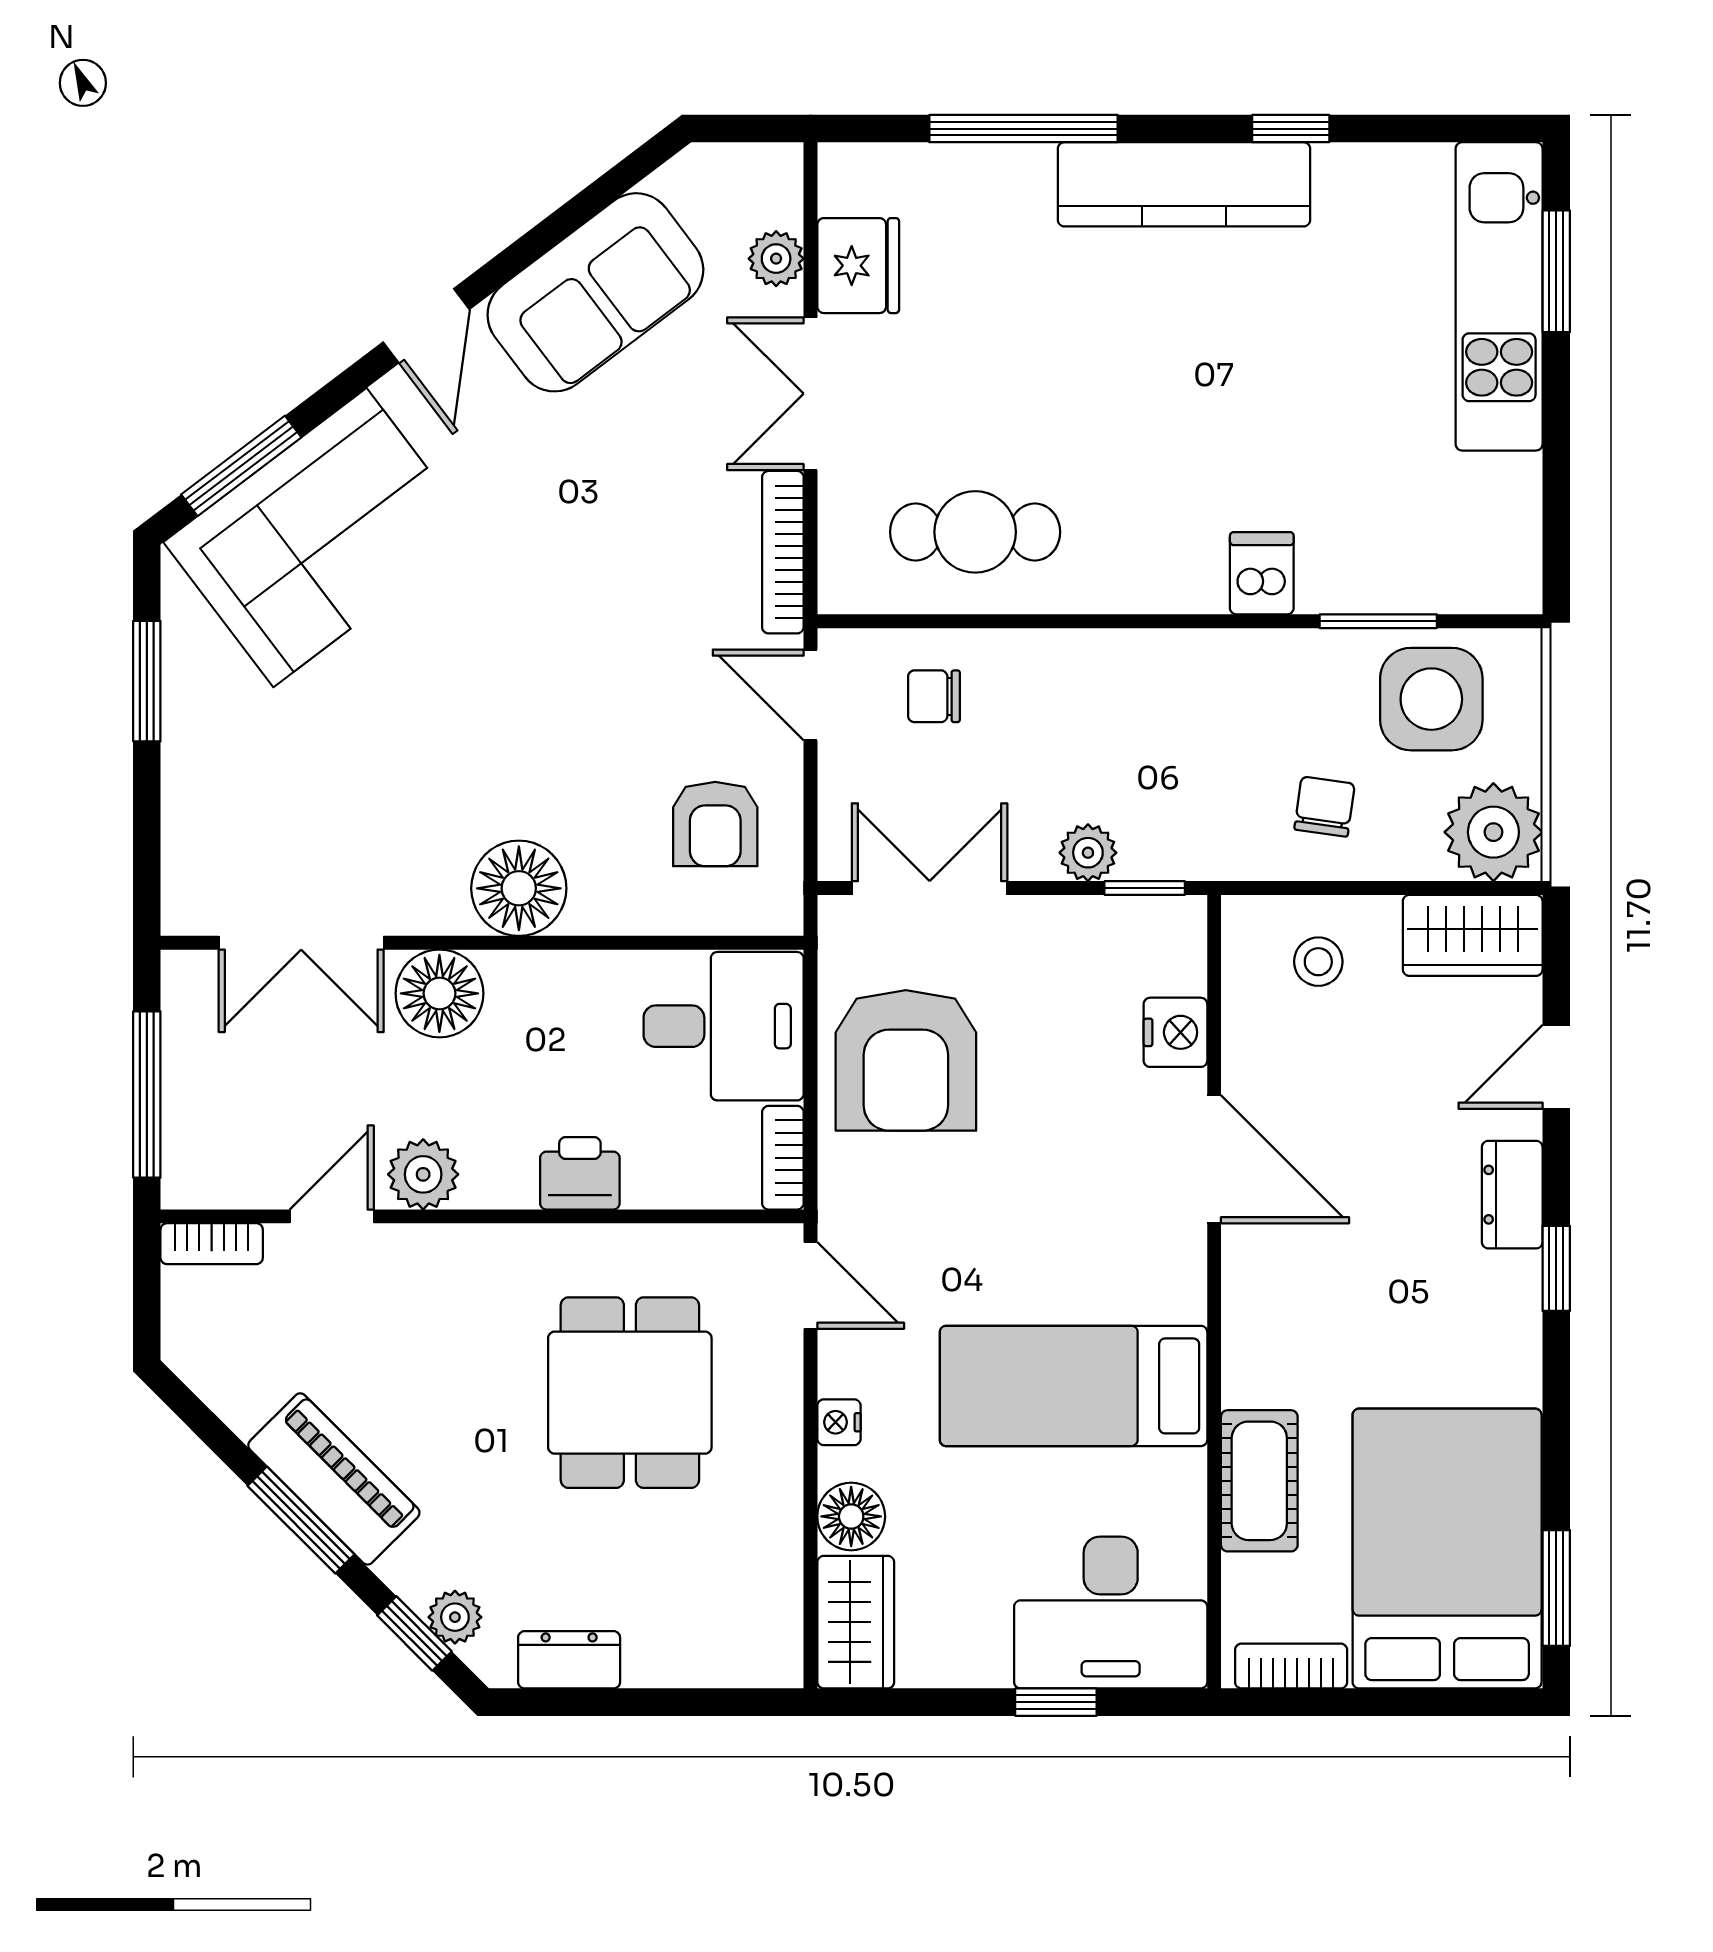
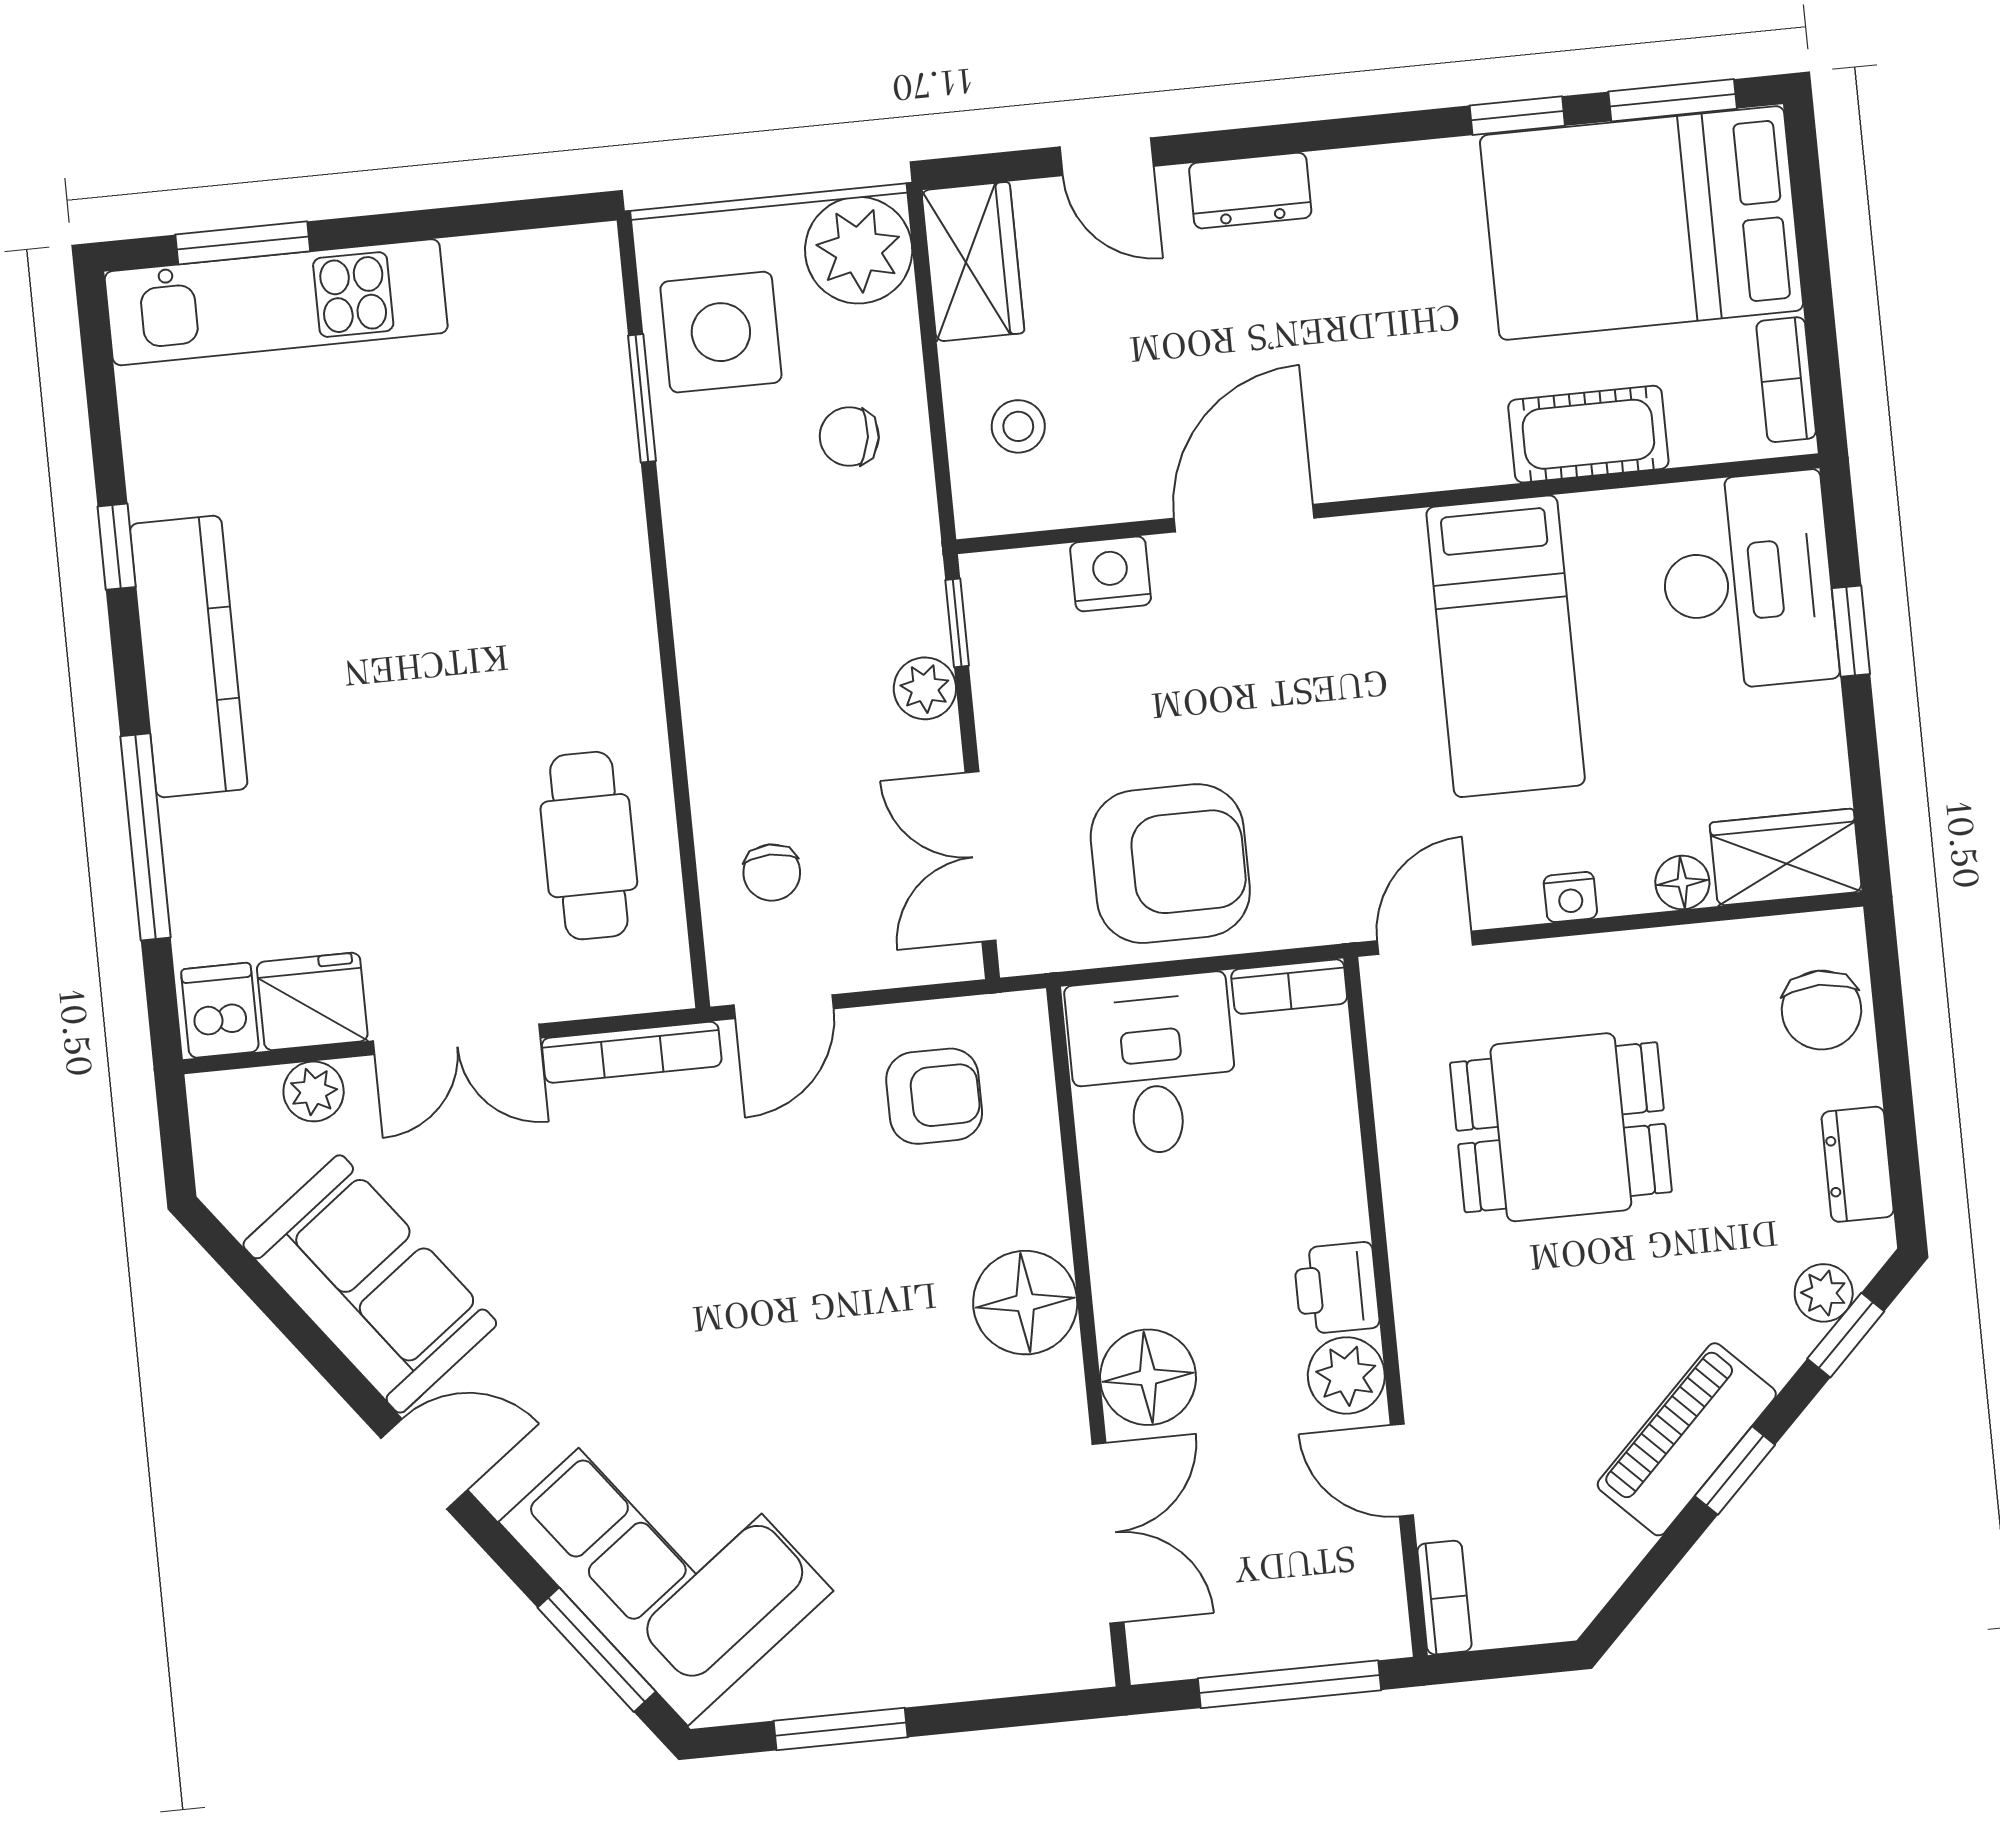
dishwasher: (1262, 573) -> (220, 1010), moved, turned 90
printer: (580, 1173) -> (1336, 1288), moved
window: (1556, 1268) -> (1517, 116), moved
floor lamp: (851, 1516) -> (1682, 882), width x0.73, depth x0.73
window: (301, 1520) -> (1735, 1471), width x0.67
chair: (713, 1641) -> (1822, 1010), added

